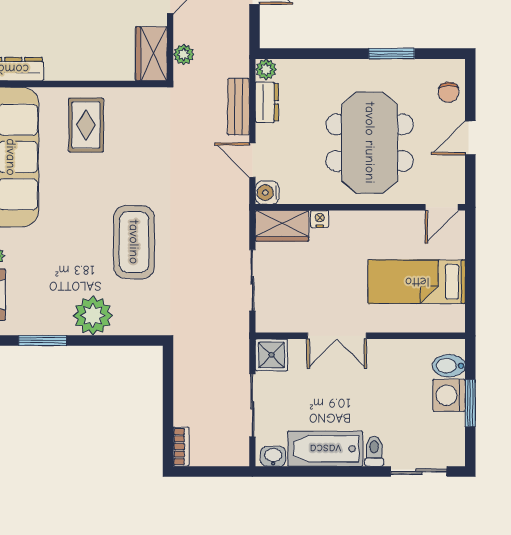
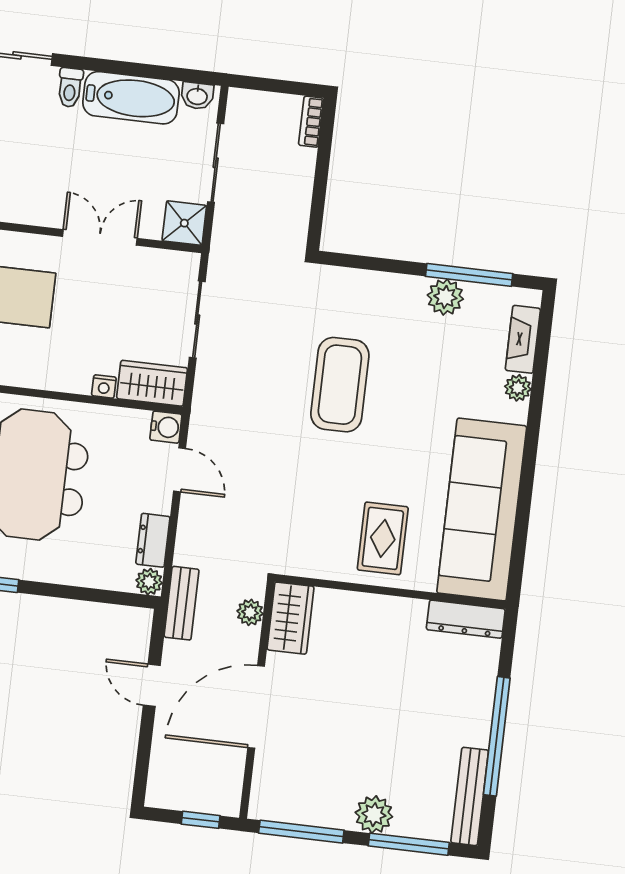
bench: (238, 107) -> (182, 603), moved
plant: (93, 316) -> (445, 297), moved, width x0.73, depth x0.73
window: (42, 340) -> (469, 275), width x1.44

